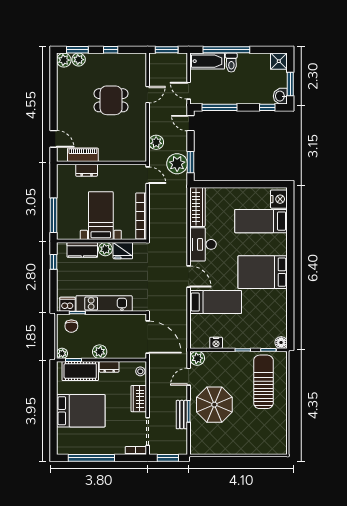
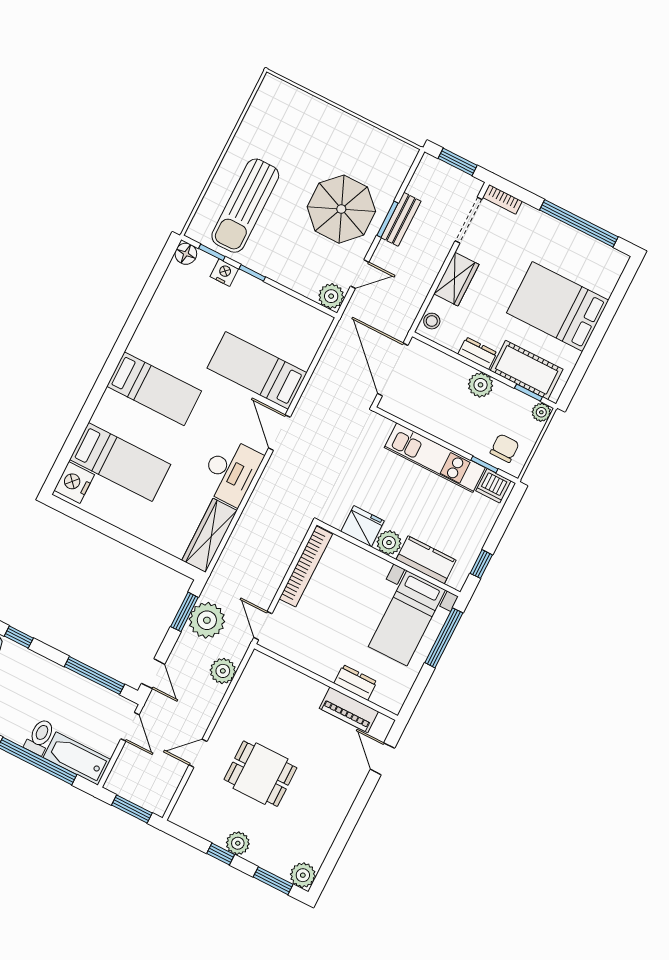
plant: (79, 60) -> (238, 843), moved
bed with nightstands: (101, 216) -> (407, 618), moved
bed: (263, 272) -> (154, 389), width x0.67
nightstand: (216, 343) -> (224, 273), moved

